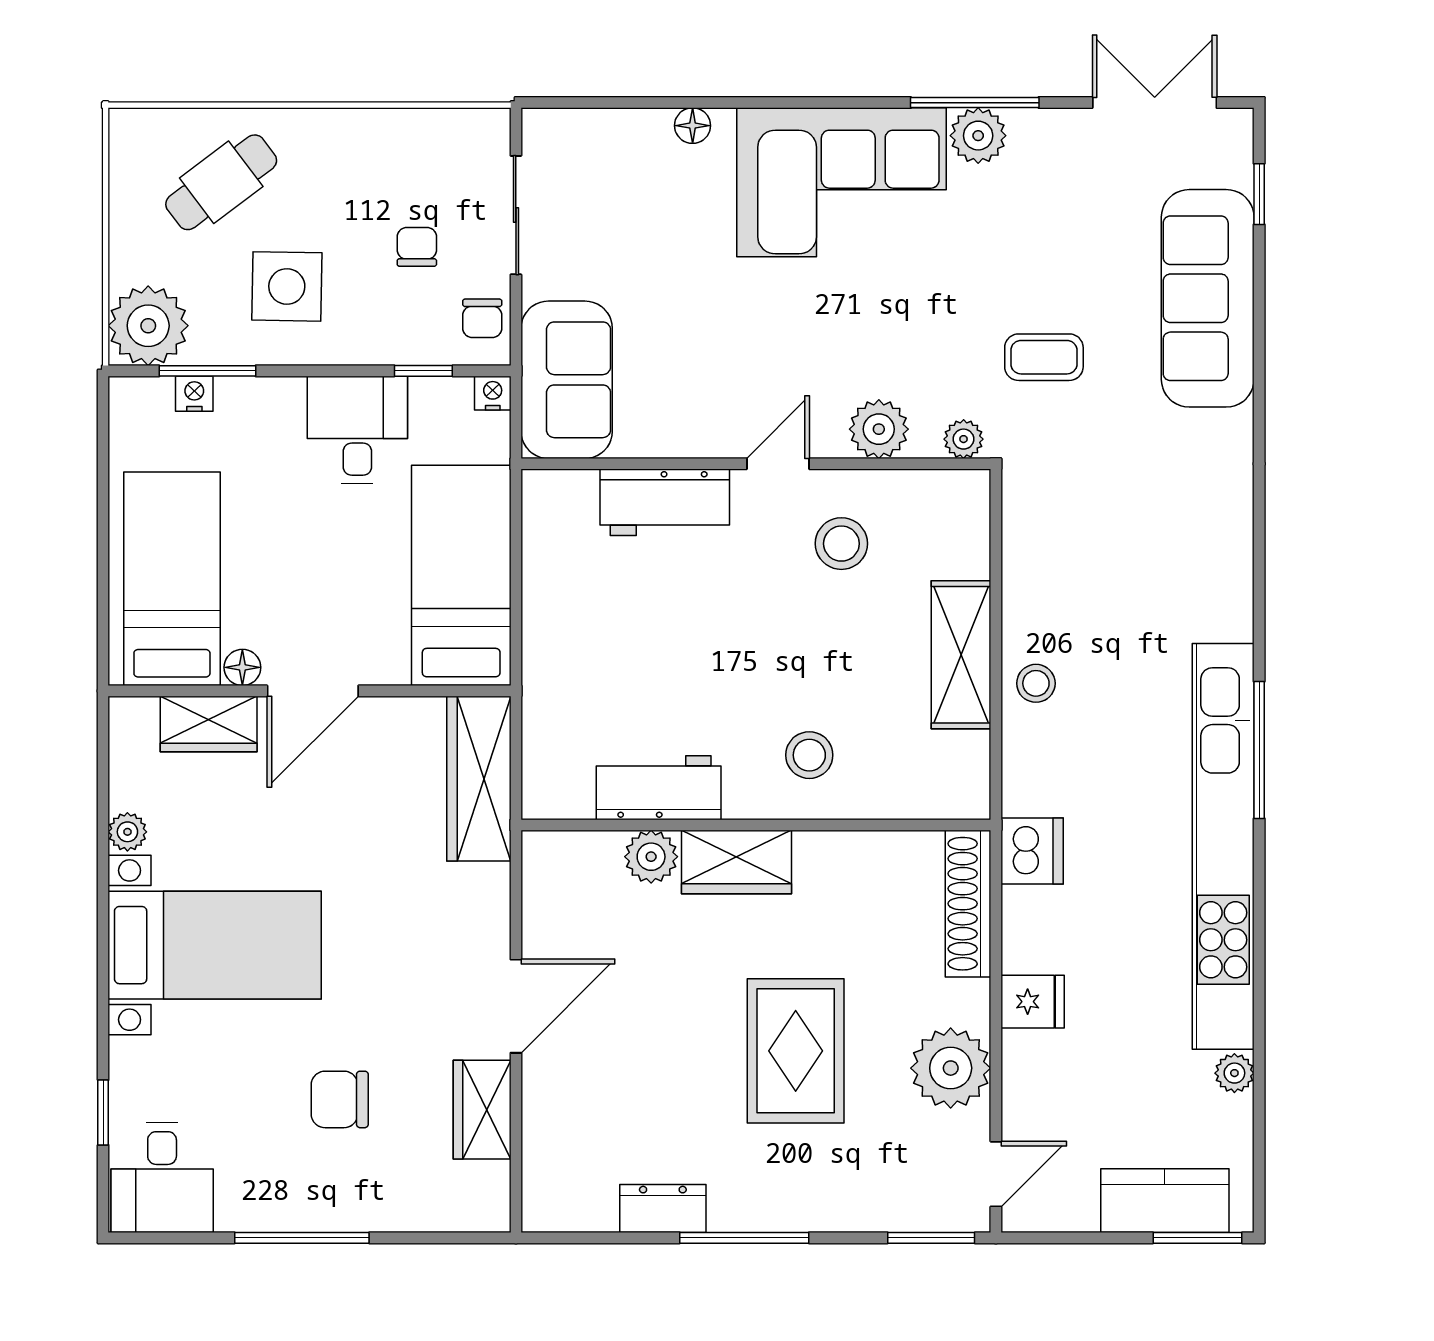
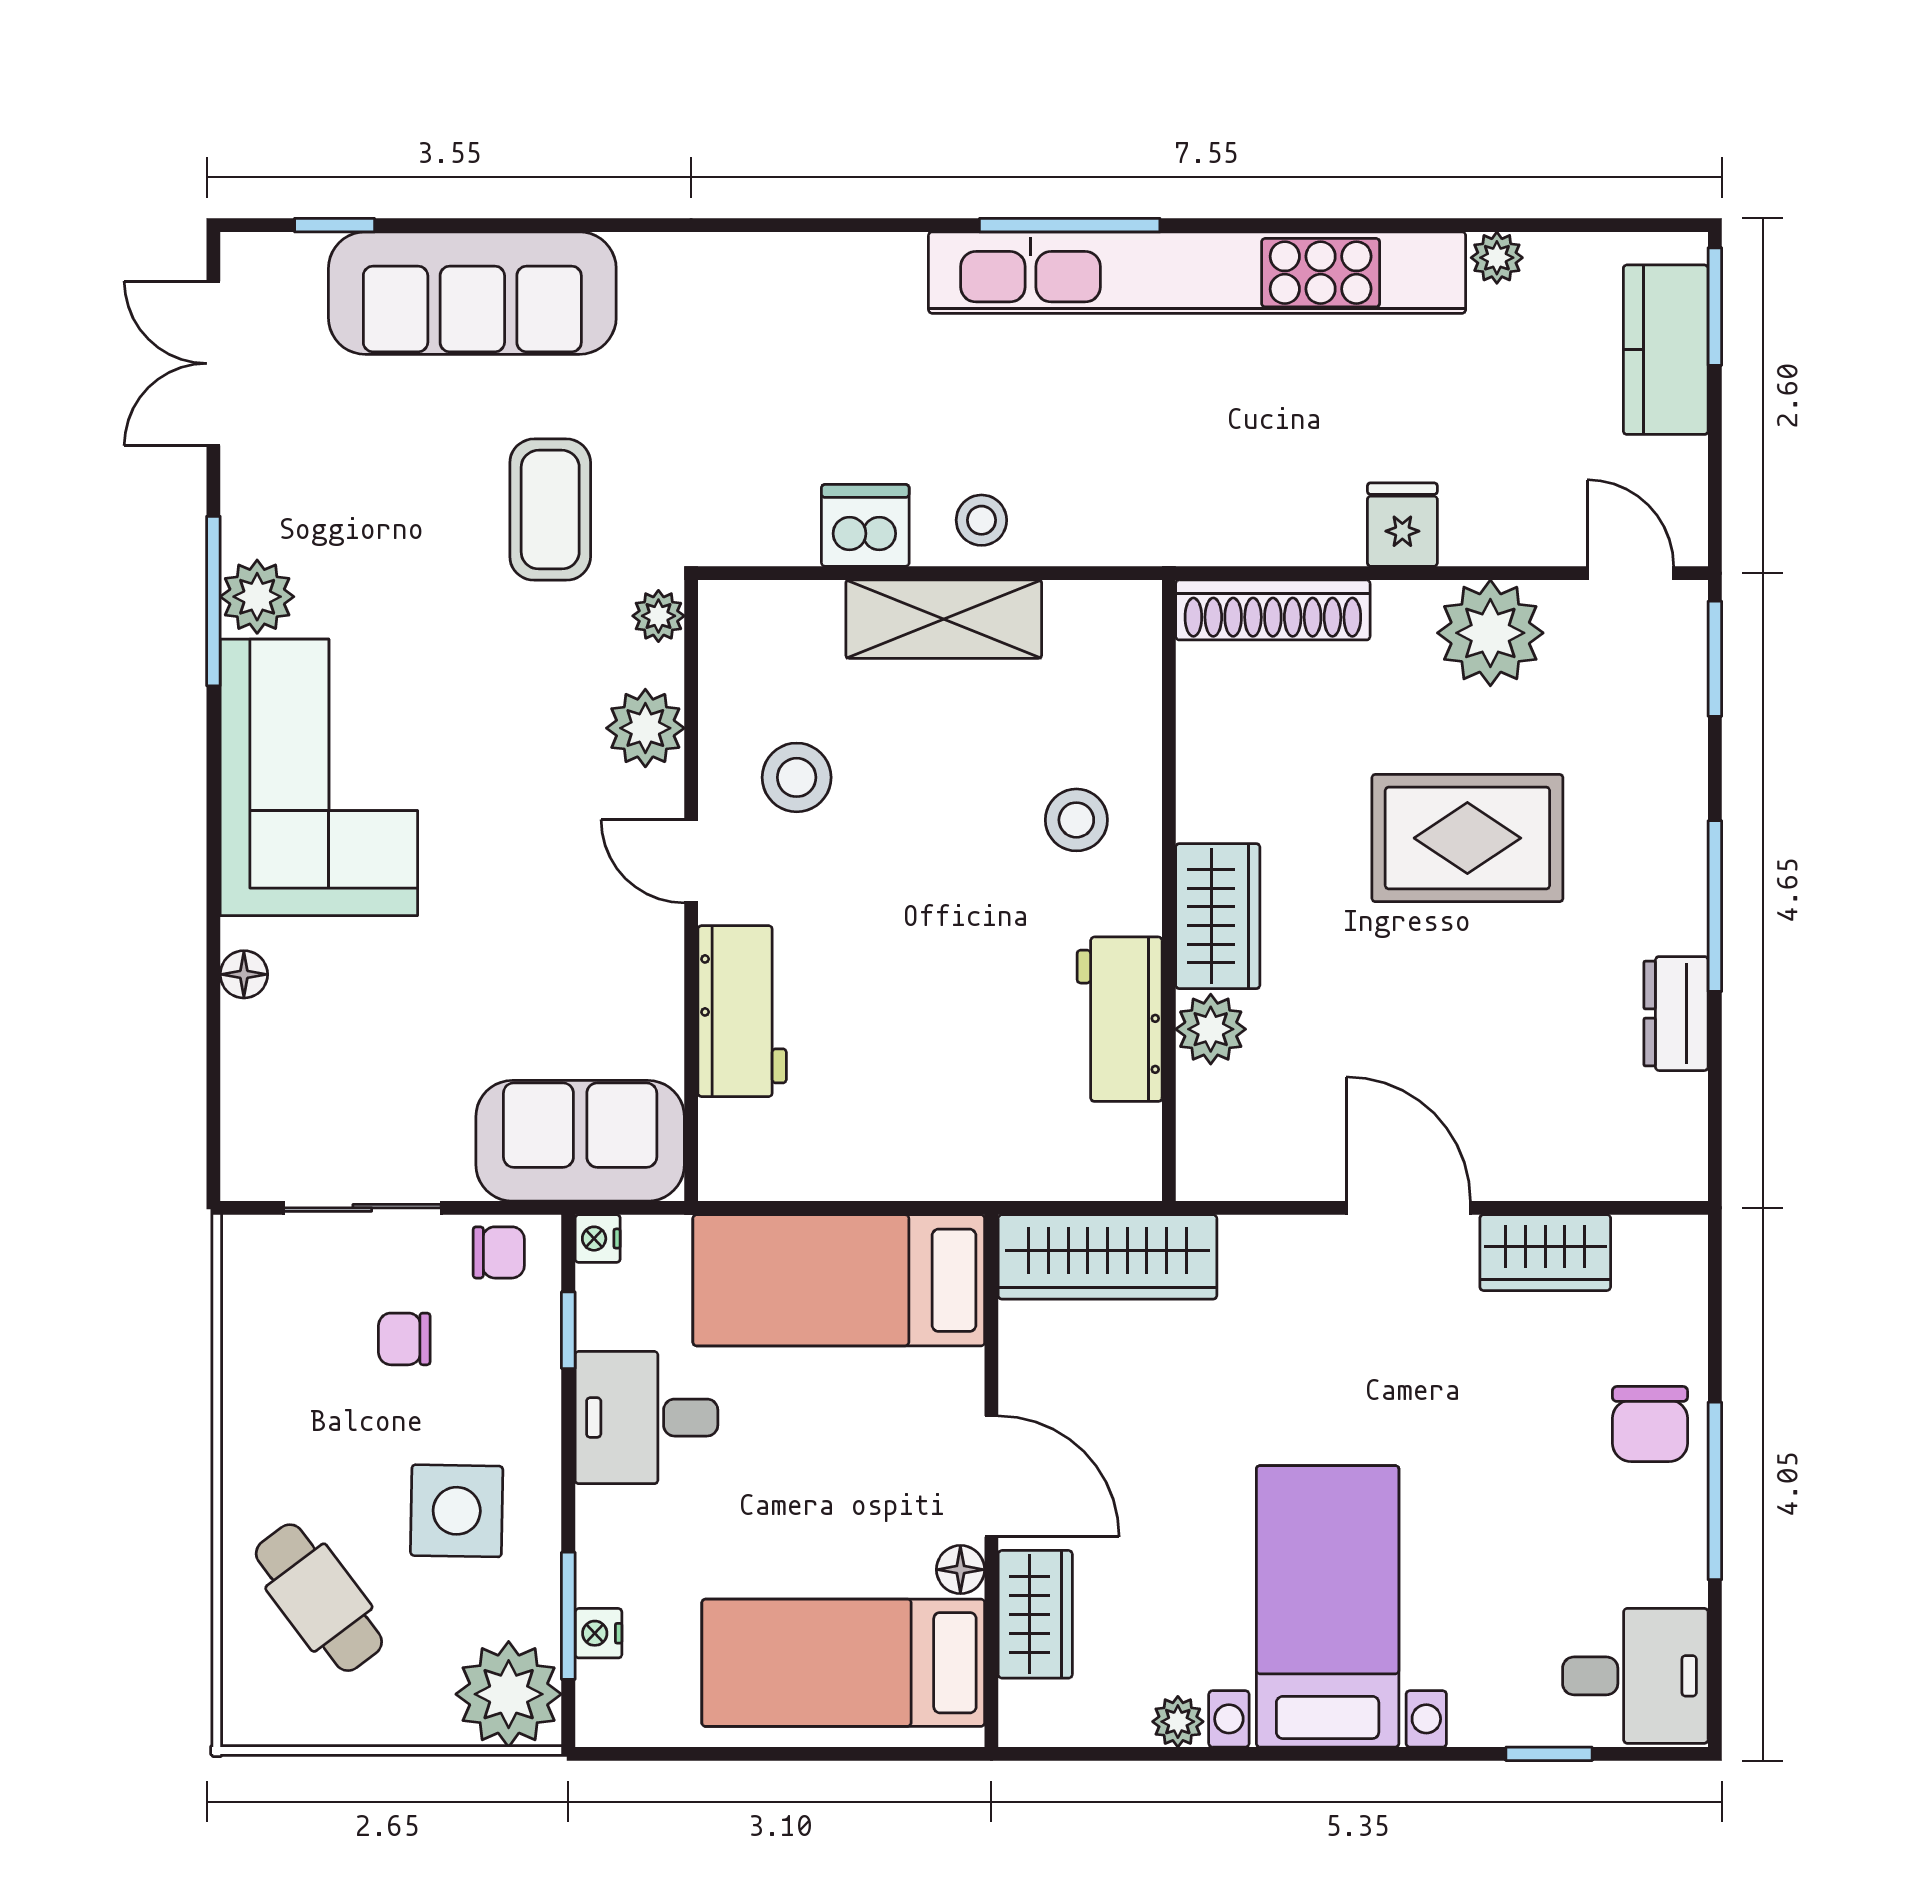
coffee table: (1044, 357) -> (550, 510), width x1.36, depth x1.30
dishwasher: (1032, 851) -> (865, 525), moved
chair: (340, 1099) -> (1650, 1424), moved

